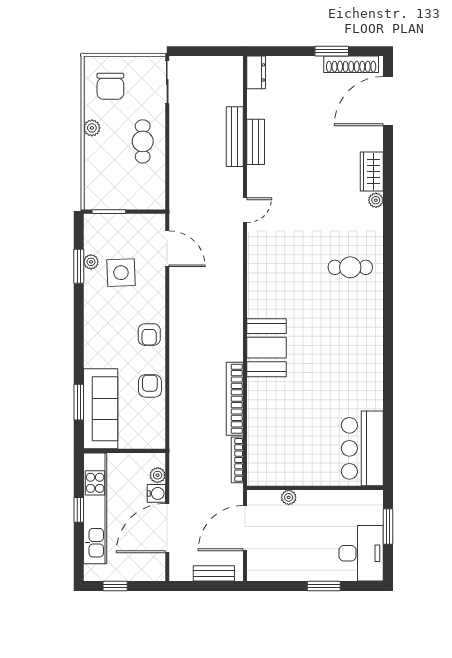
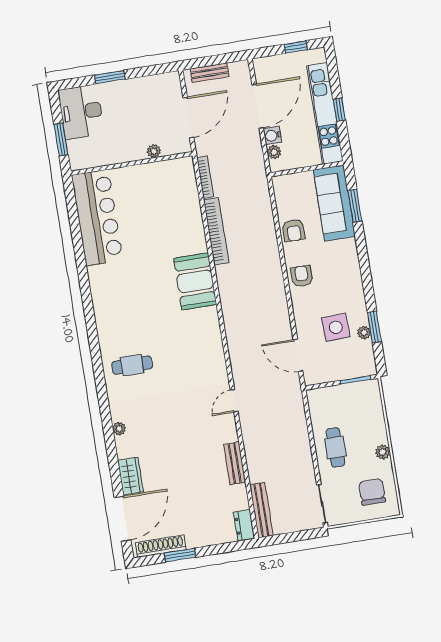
bench: (235, 137) -> (261, 510), moved
wardrobe: (372, 172) -> (130, 476), moved
bar counter: (362, 448) -> (97, 218), width x1.36

